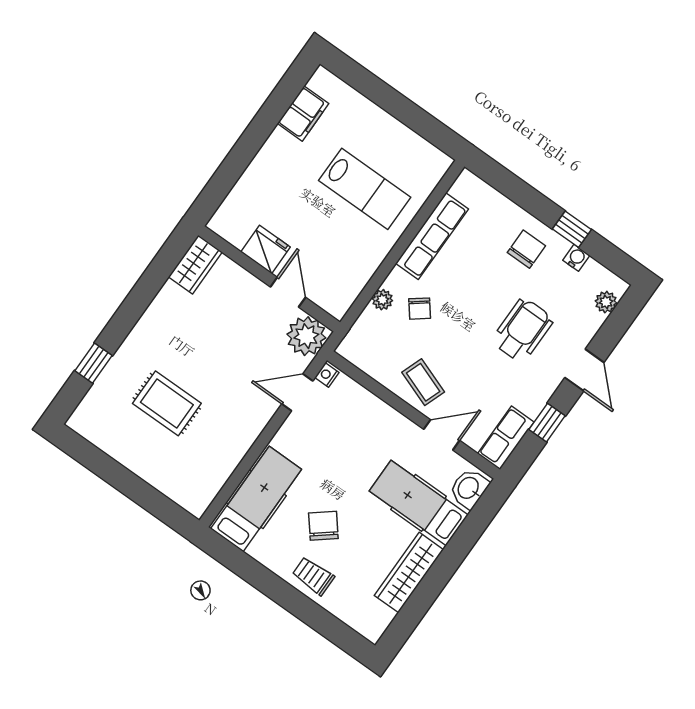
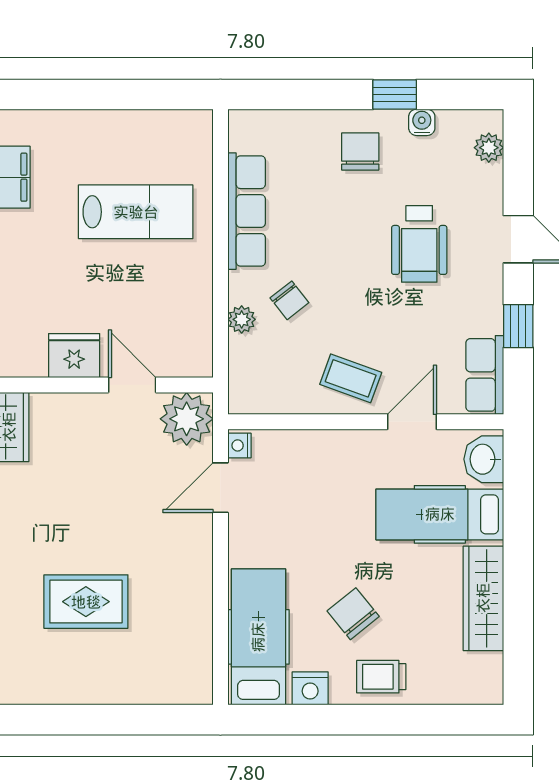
wheelchair: (522, 330) -> (419, 244), turned 180
nightstand: (265, 552) -> (310, 688), added

